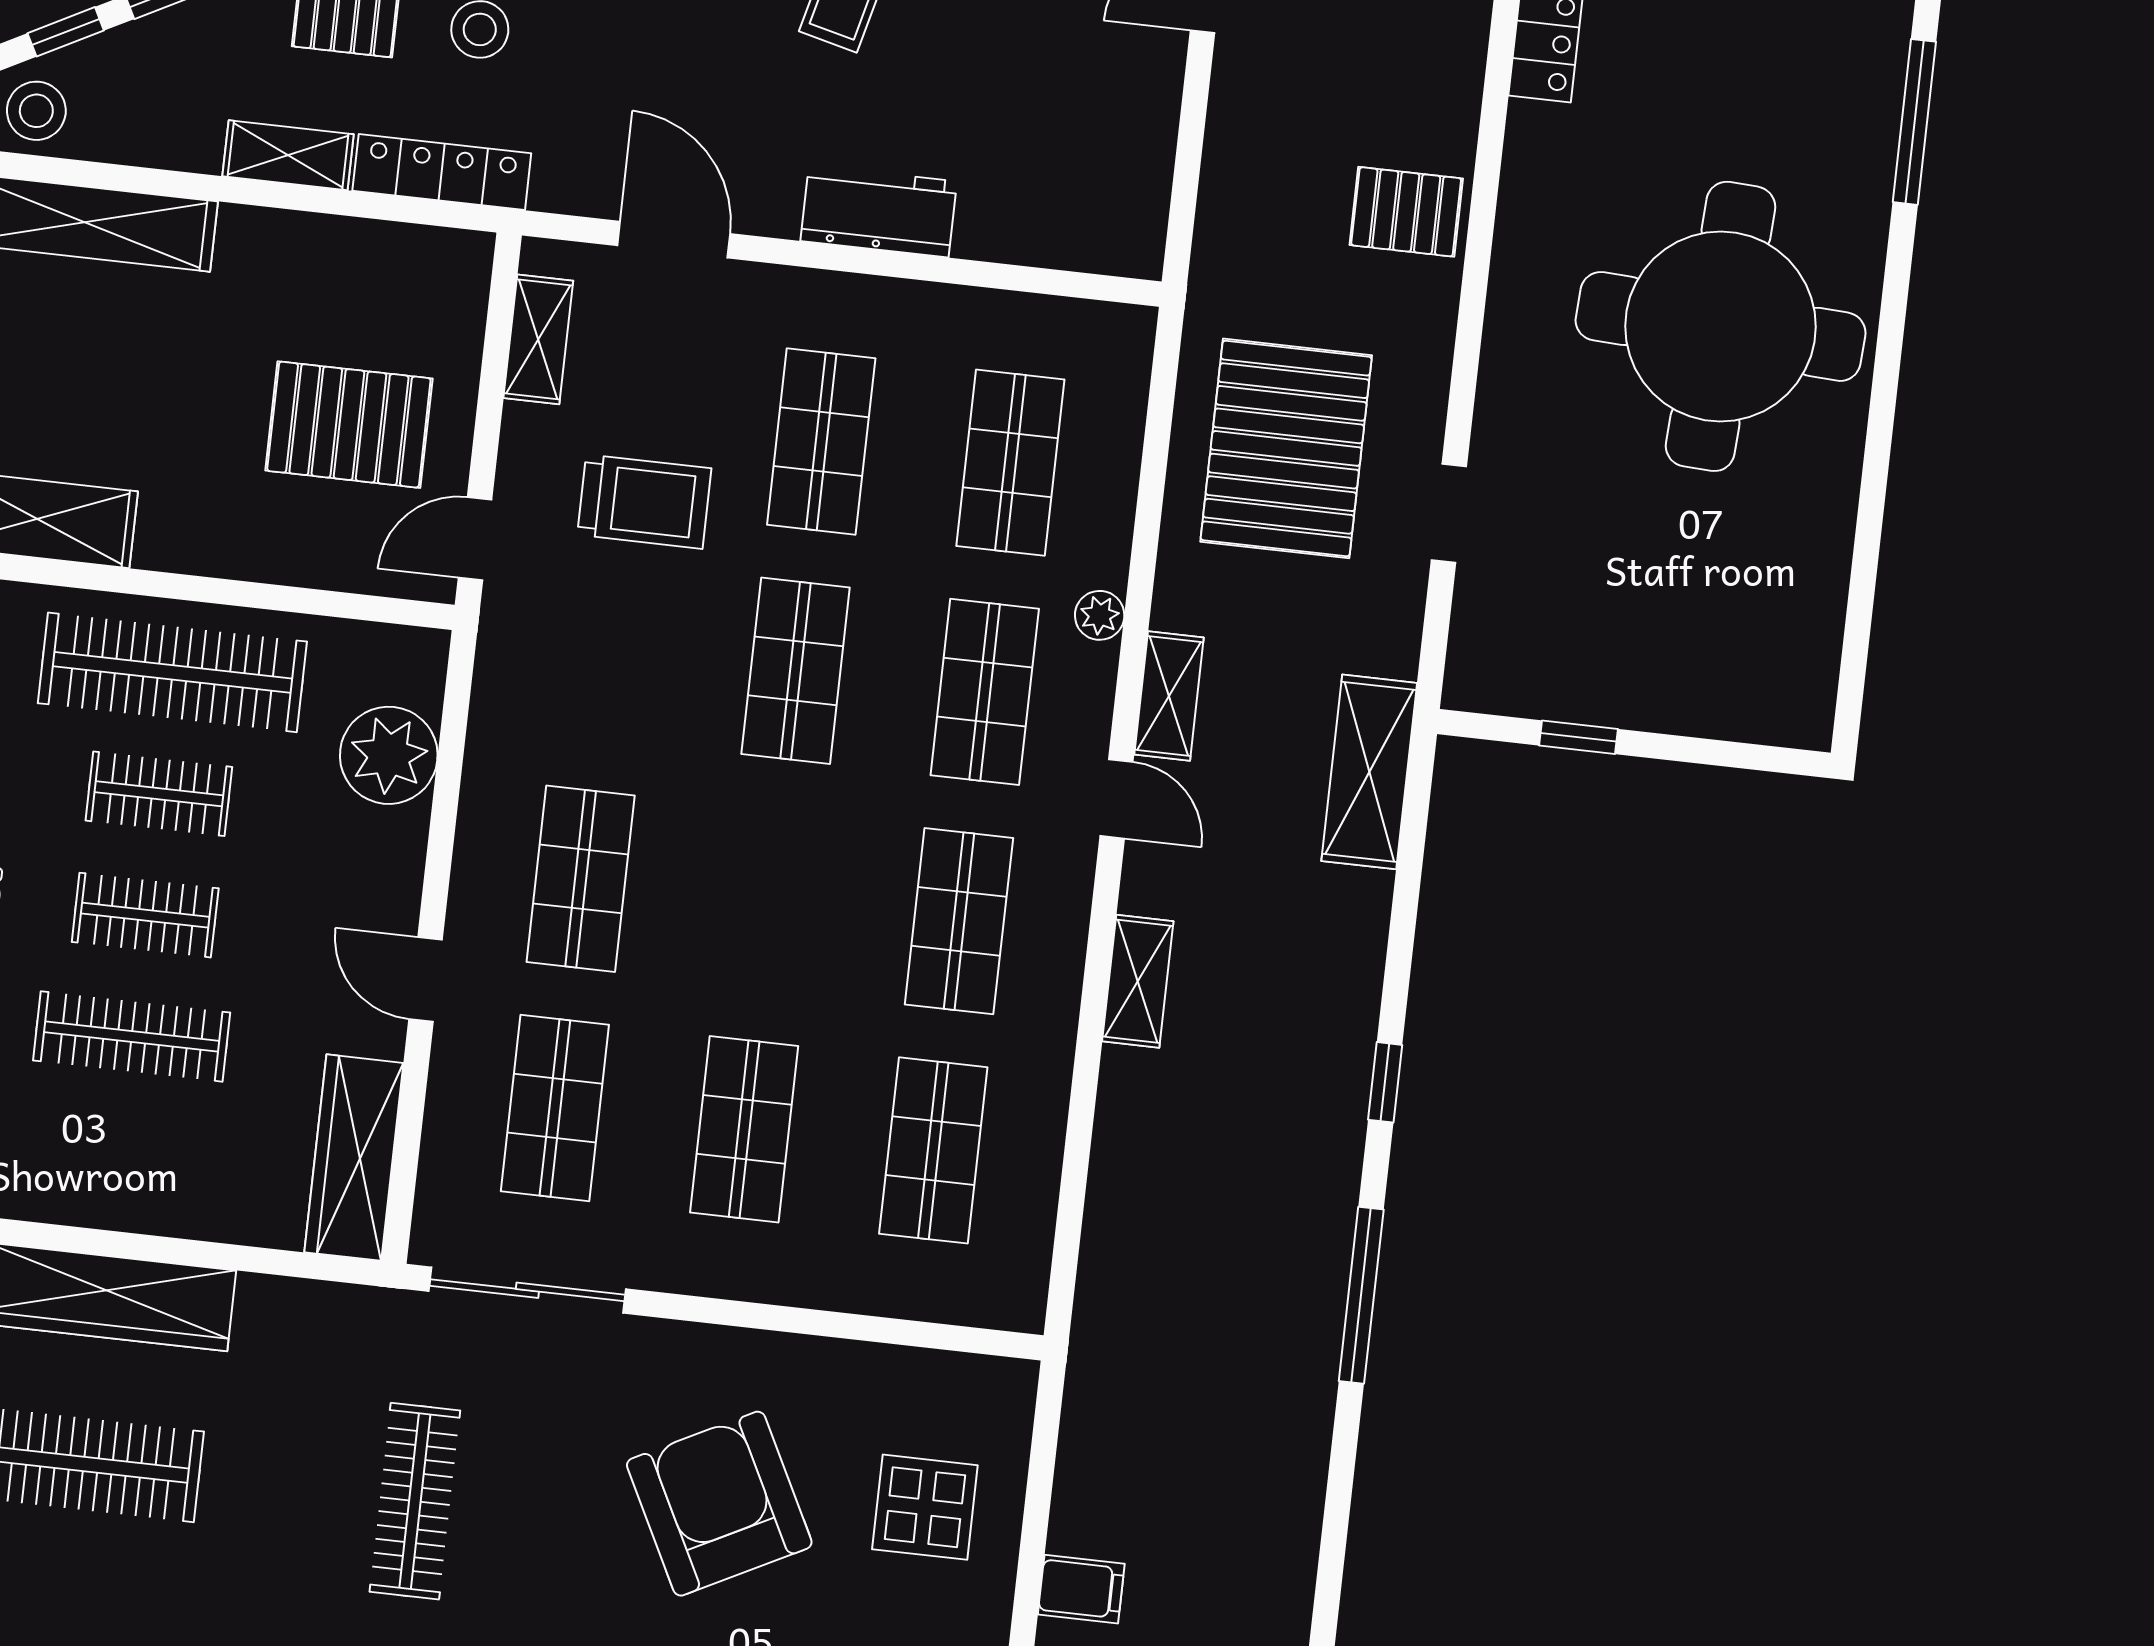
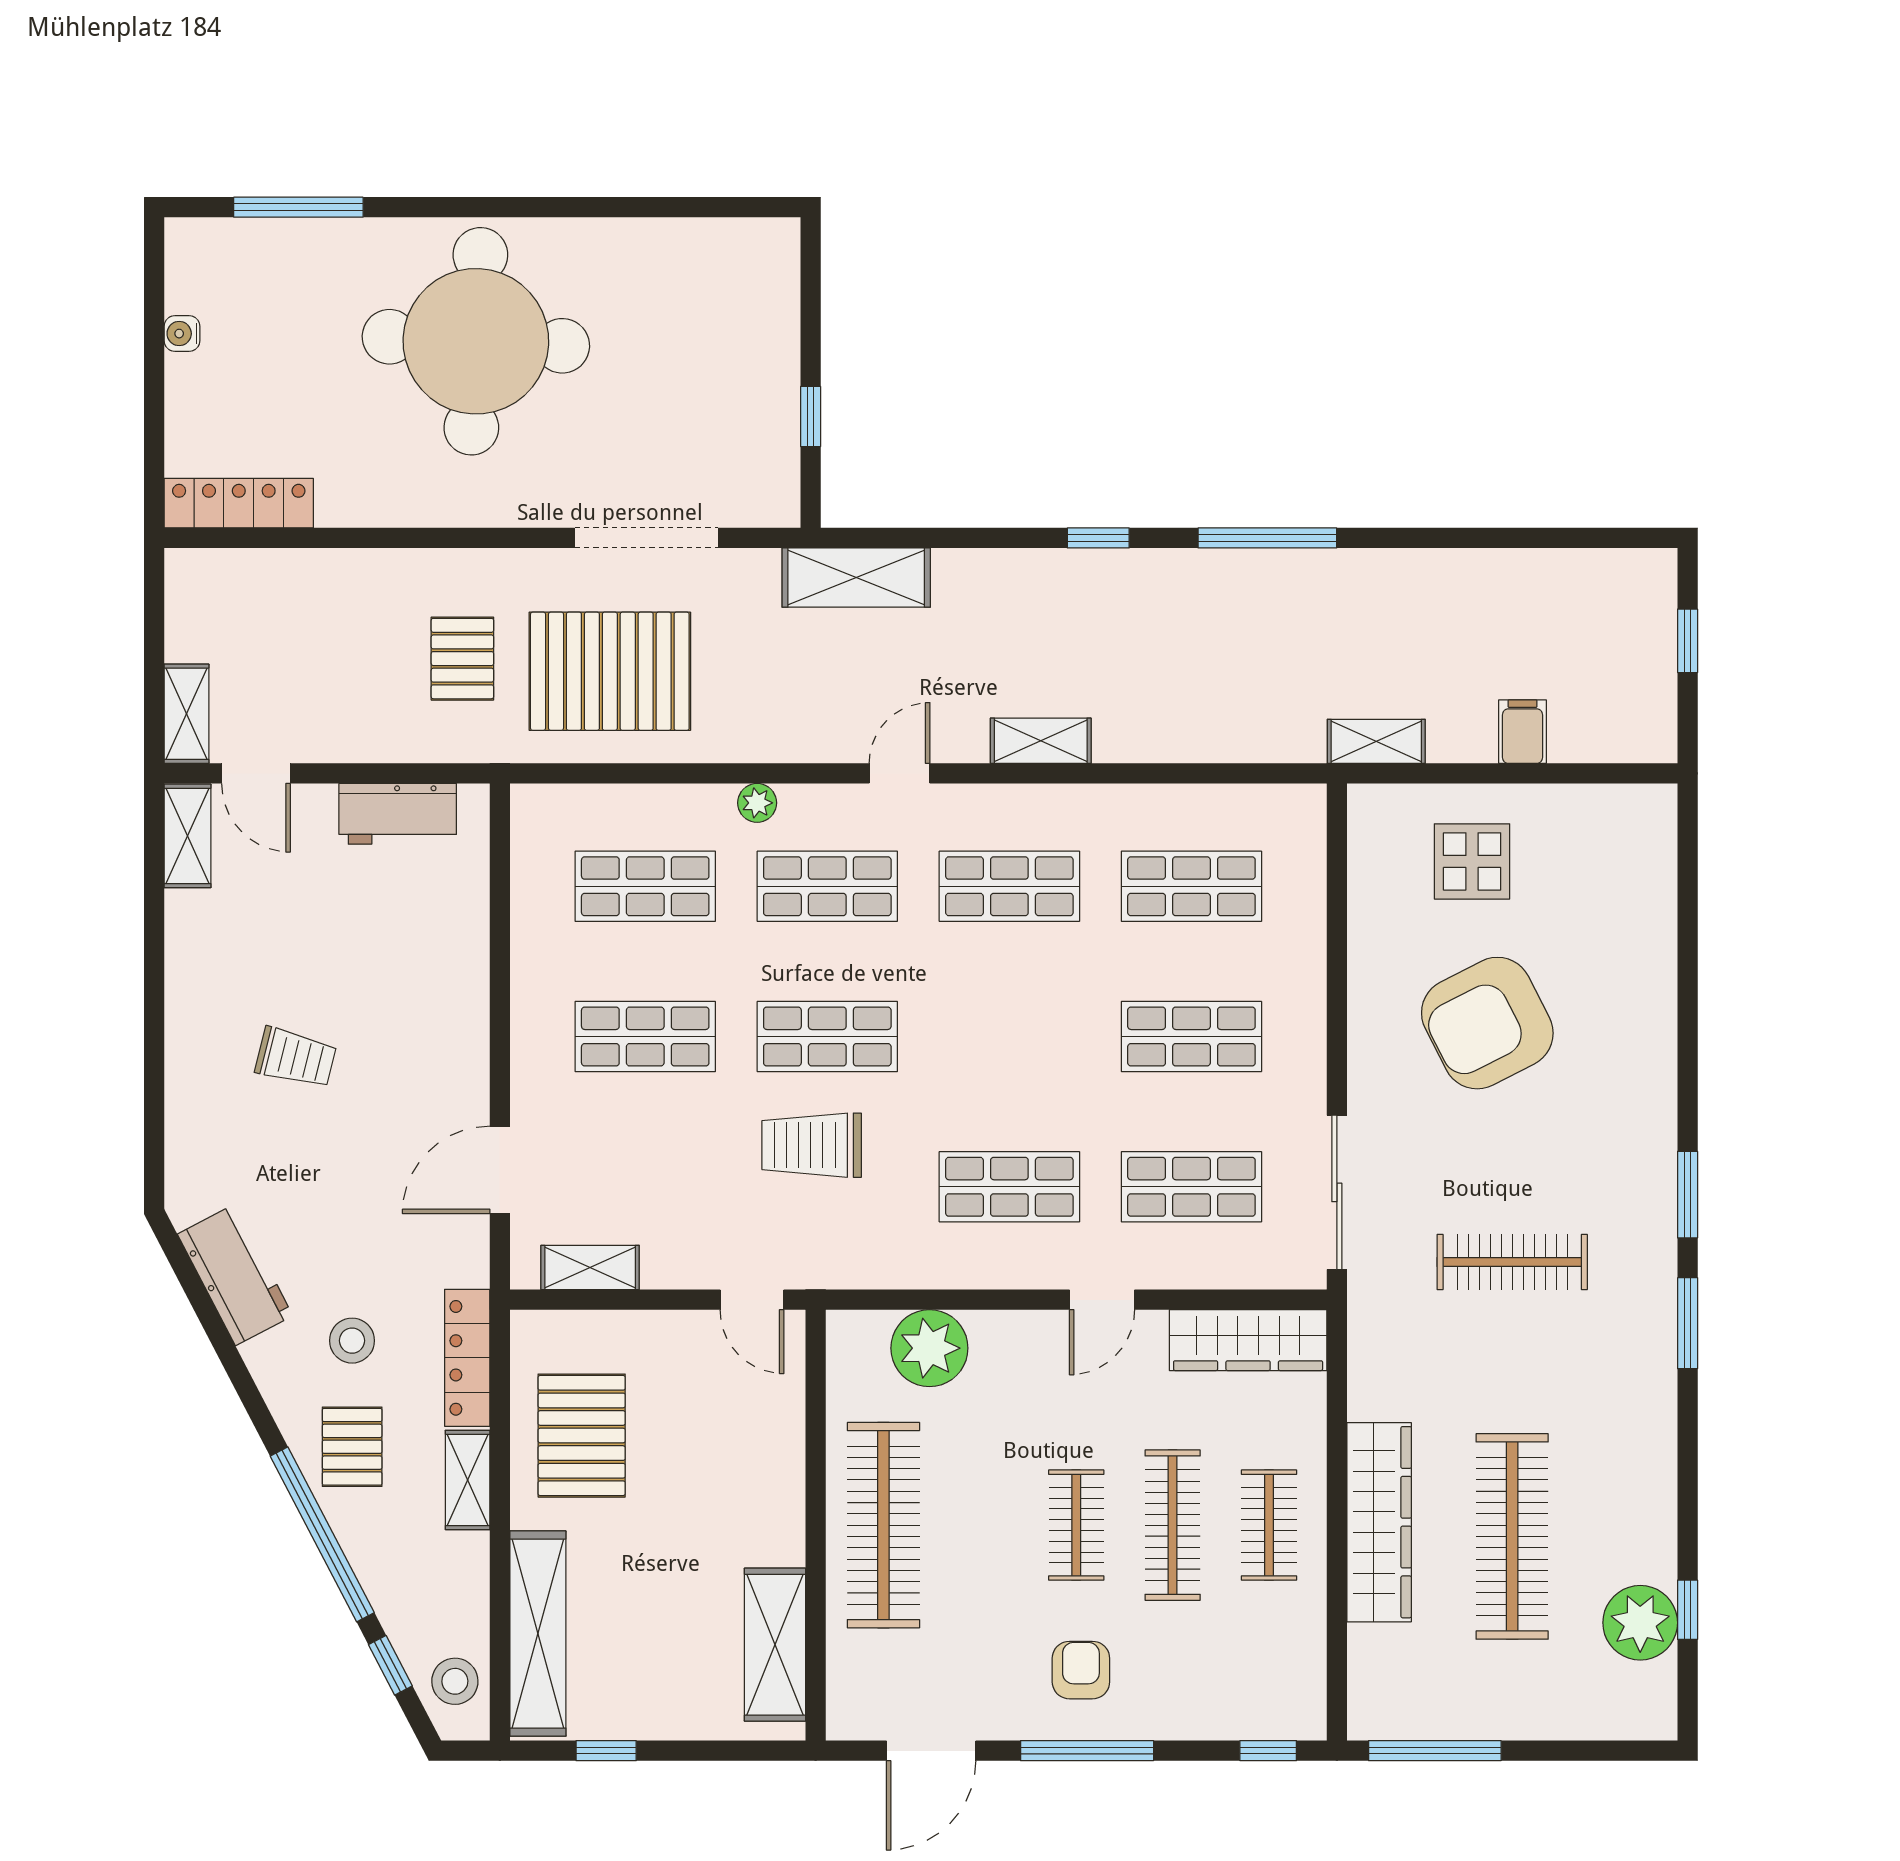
workbench: (879, 211) -> (398, 814), moved, turned -90
pallet: (1406, 212) -> (462, 659), moved
pallet: (349, 425) -> (582, 1436), moved
trolley: (644, 502) -> (812, 1145), moved, turned -90
doorway: (1449, 513) -> (646, 538), width x1.88
shelving: (1169, 696) -> (1376, 741), moved
clothes rail: (159, 794) -> (1269, 1525), moved

